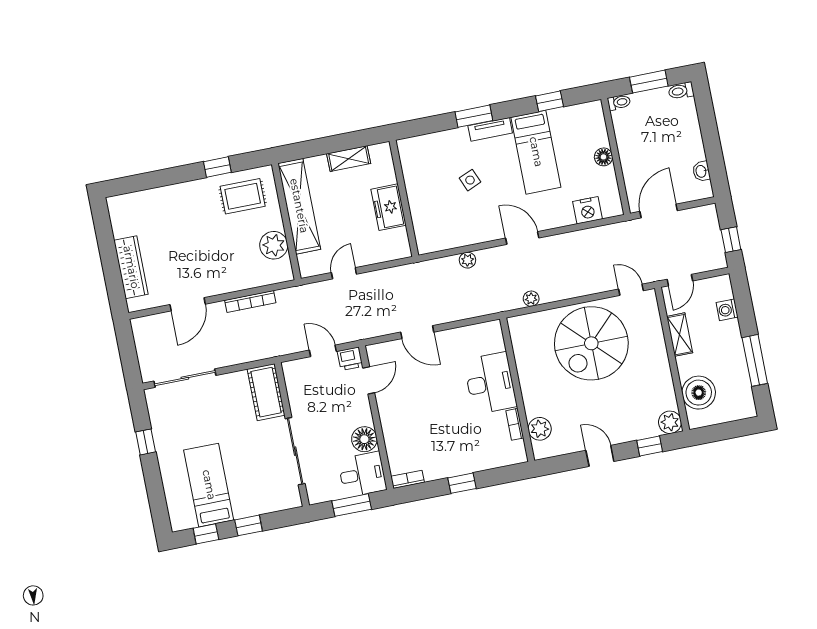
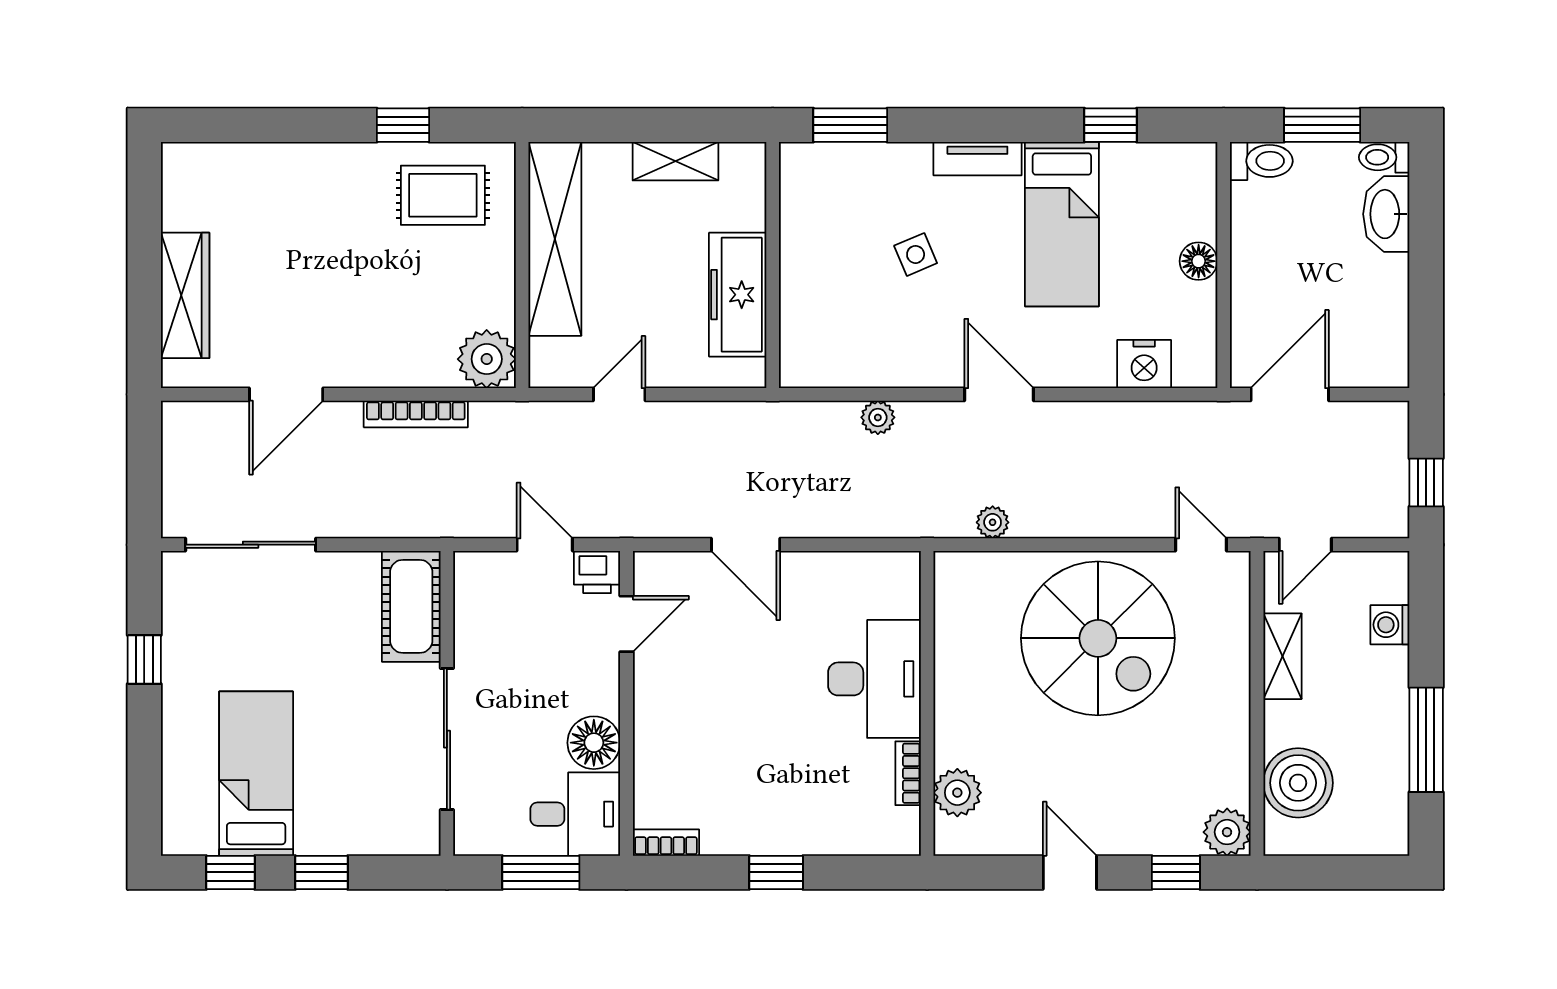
toilet: (619, 102) -> (1261, 161), width x1.37, depth x1.39
window: (474, 116) -> (850, 125), moved
washbasin: (701, 171) -> (1386, 214), moved, width x1.91, depth x1.45
freezer: (389, 207) -> (738, 295), width x1.40
plant: (274, 245) -> (487, 359), moved
spiral stairs: (591, 343) -> (1098, 638), turned -90

